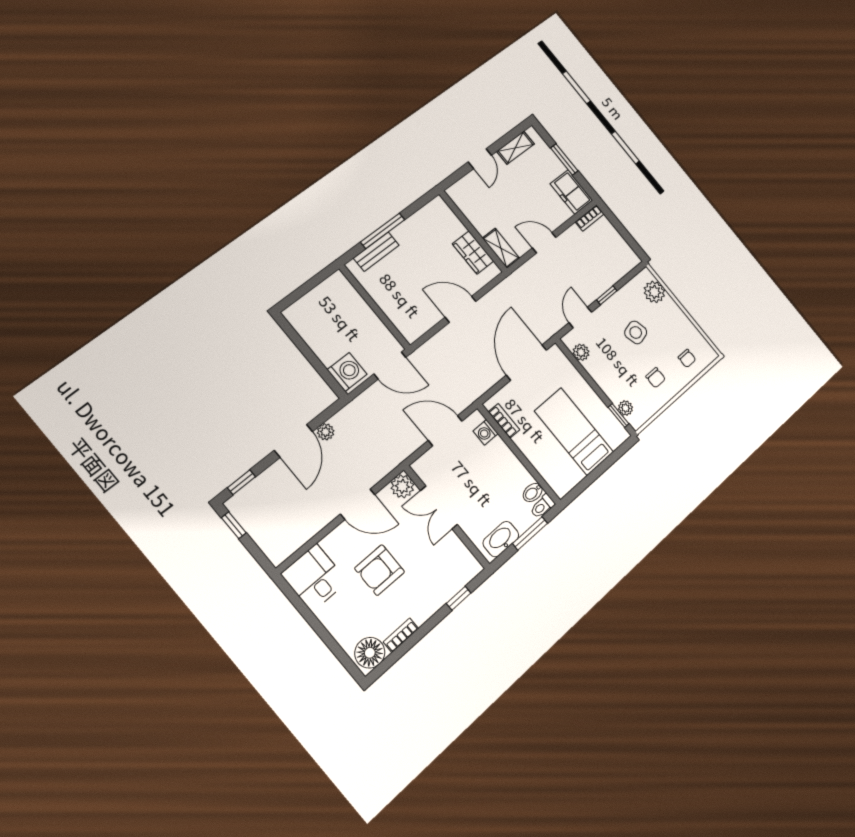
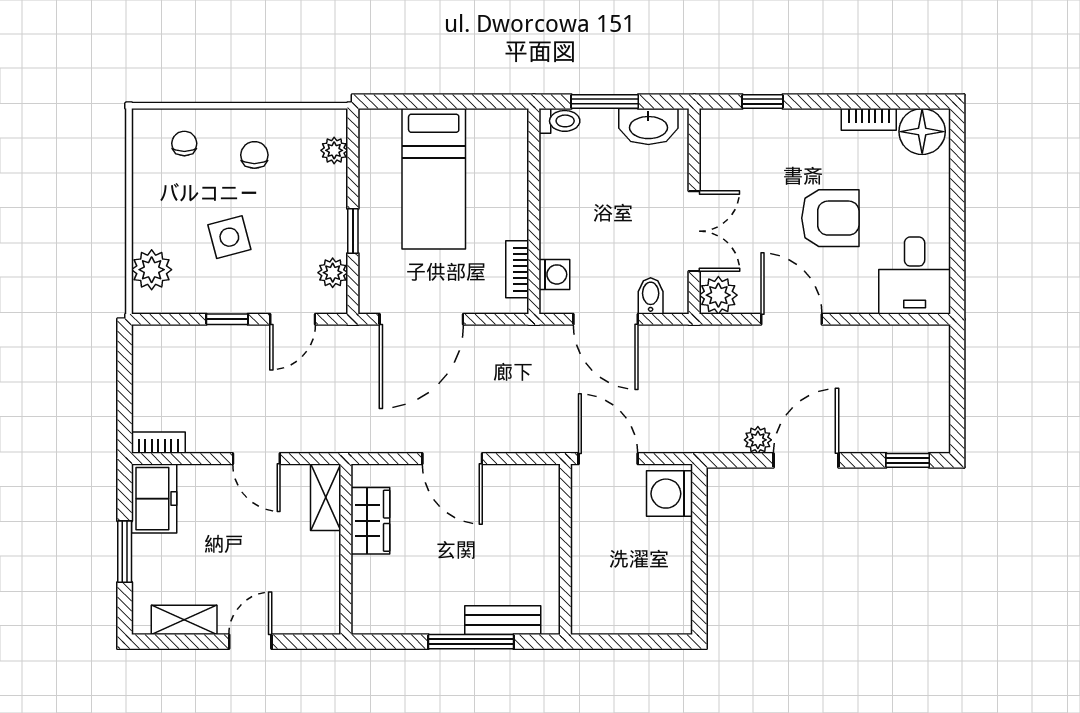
window: (619, 415) -> (353, 231), moved
bidet: (533, 493) -> (651, 296), moved, turned -90
window: (234, 525) -> (957, 416), removed

